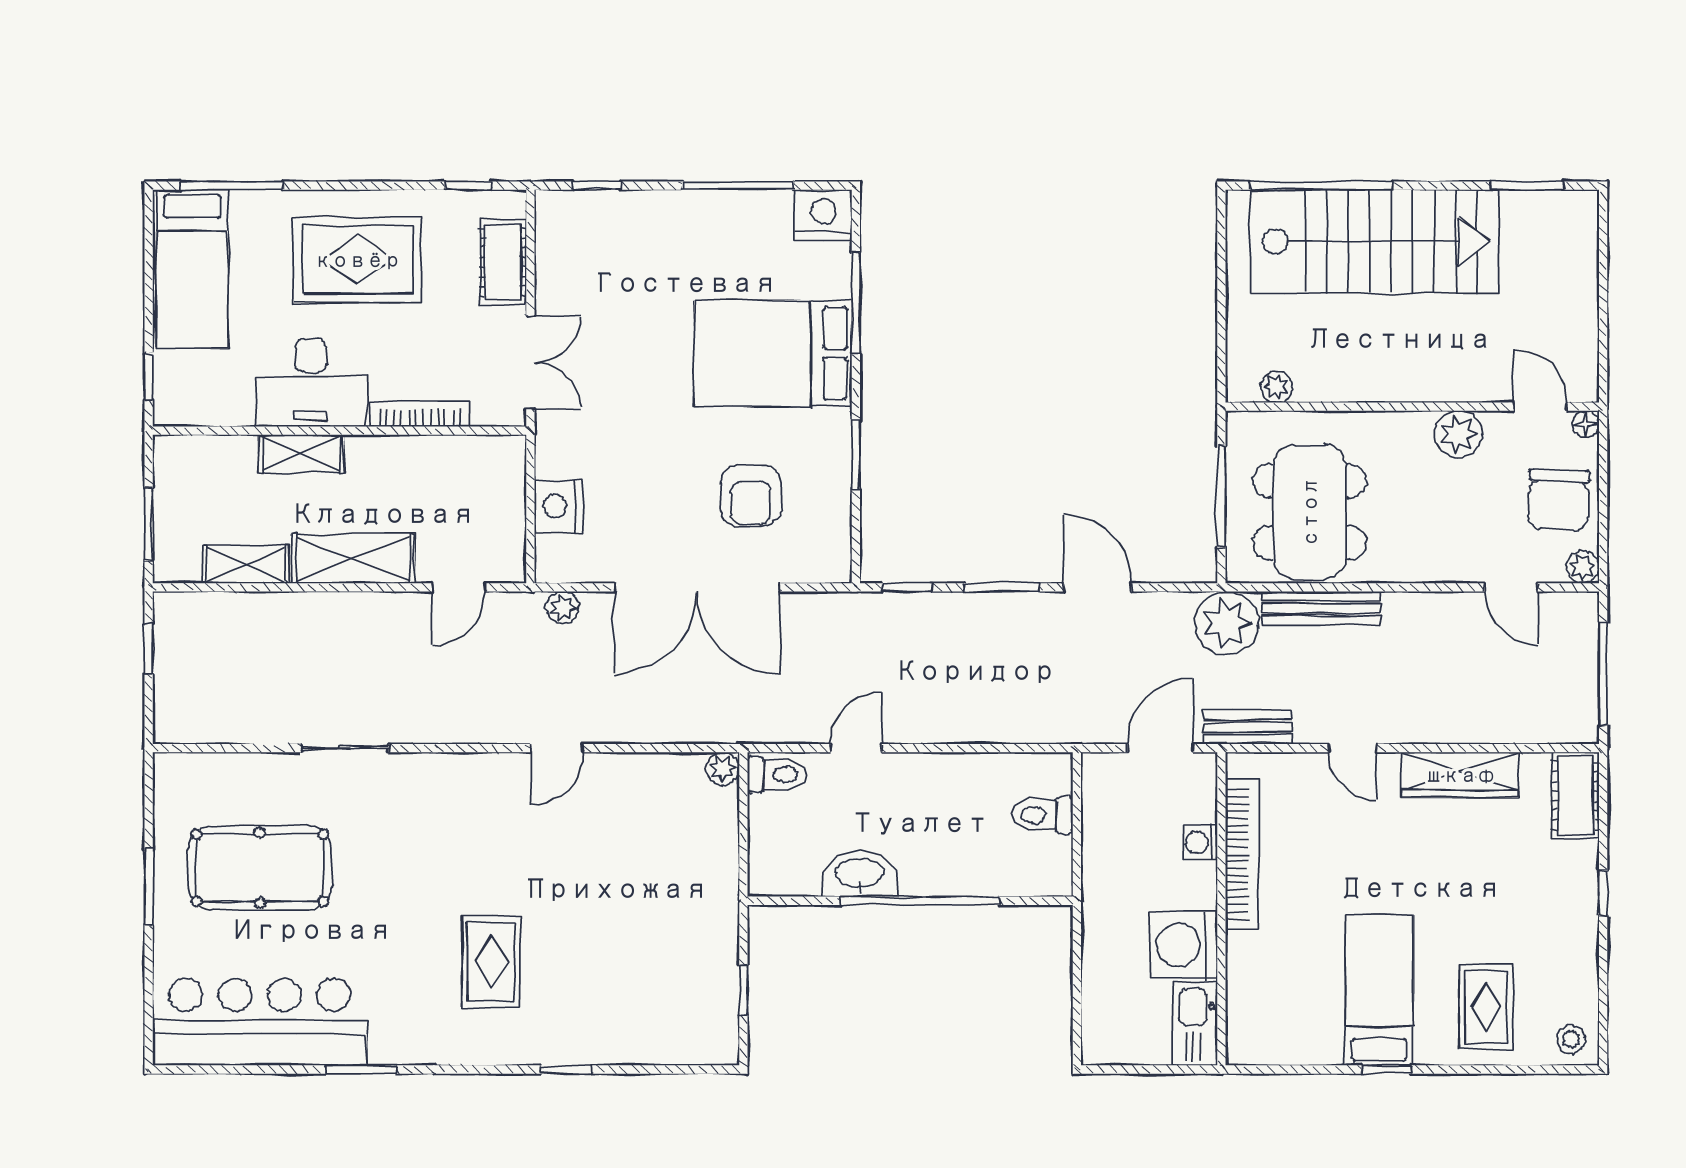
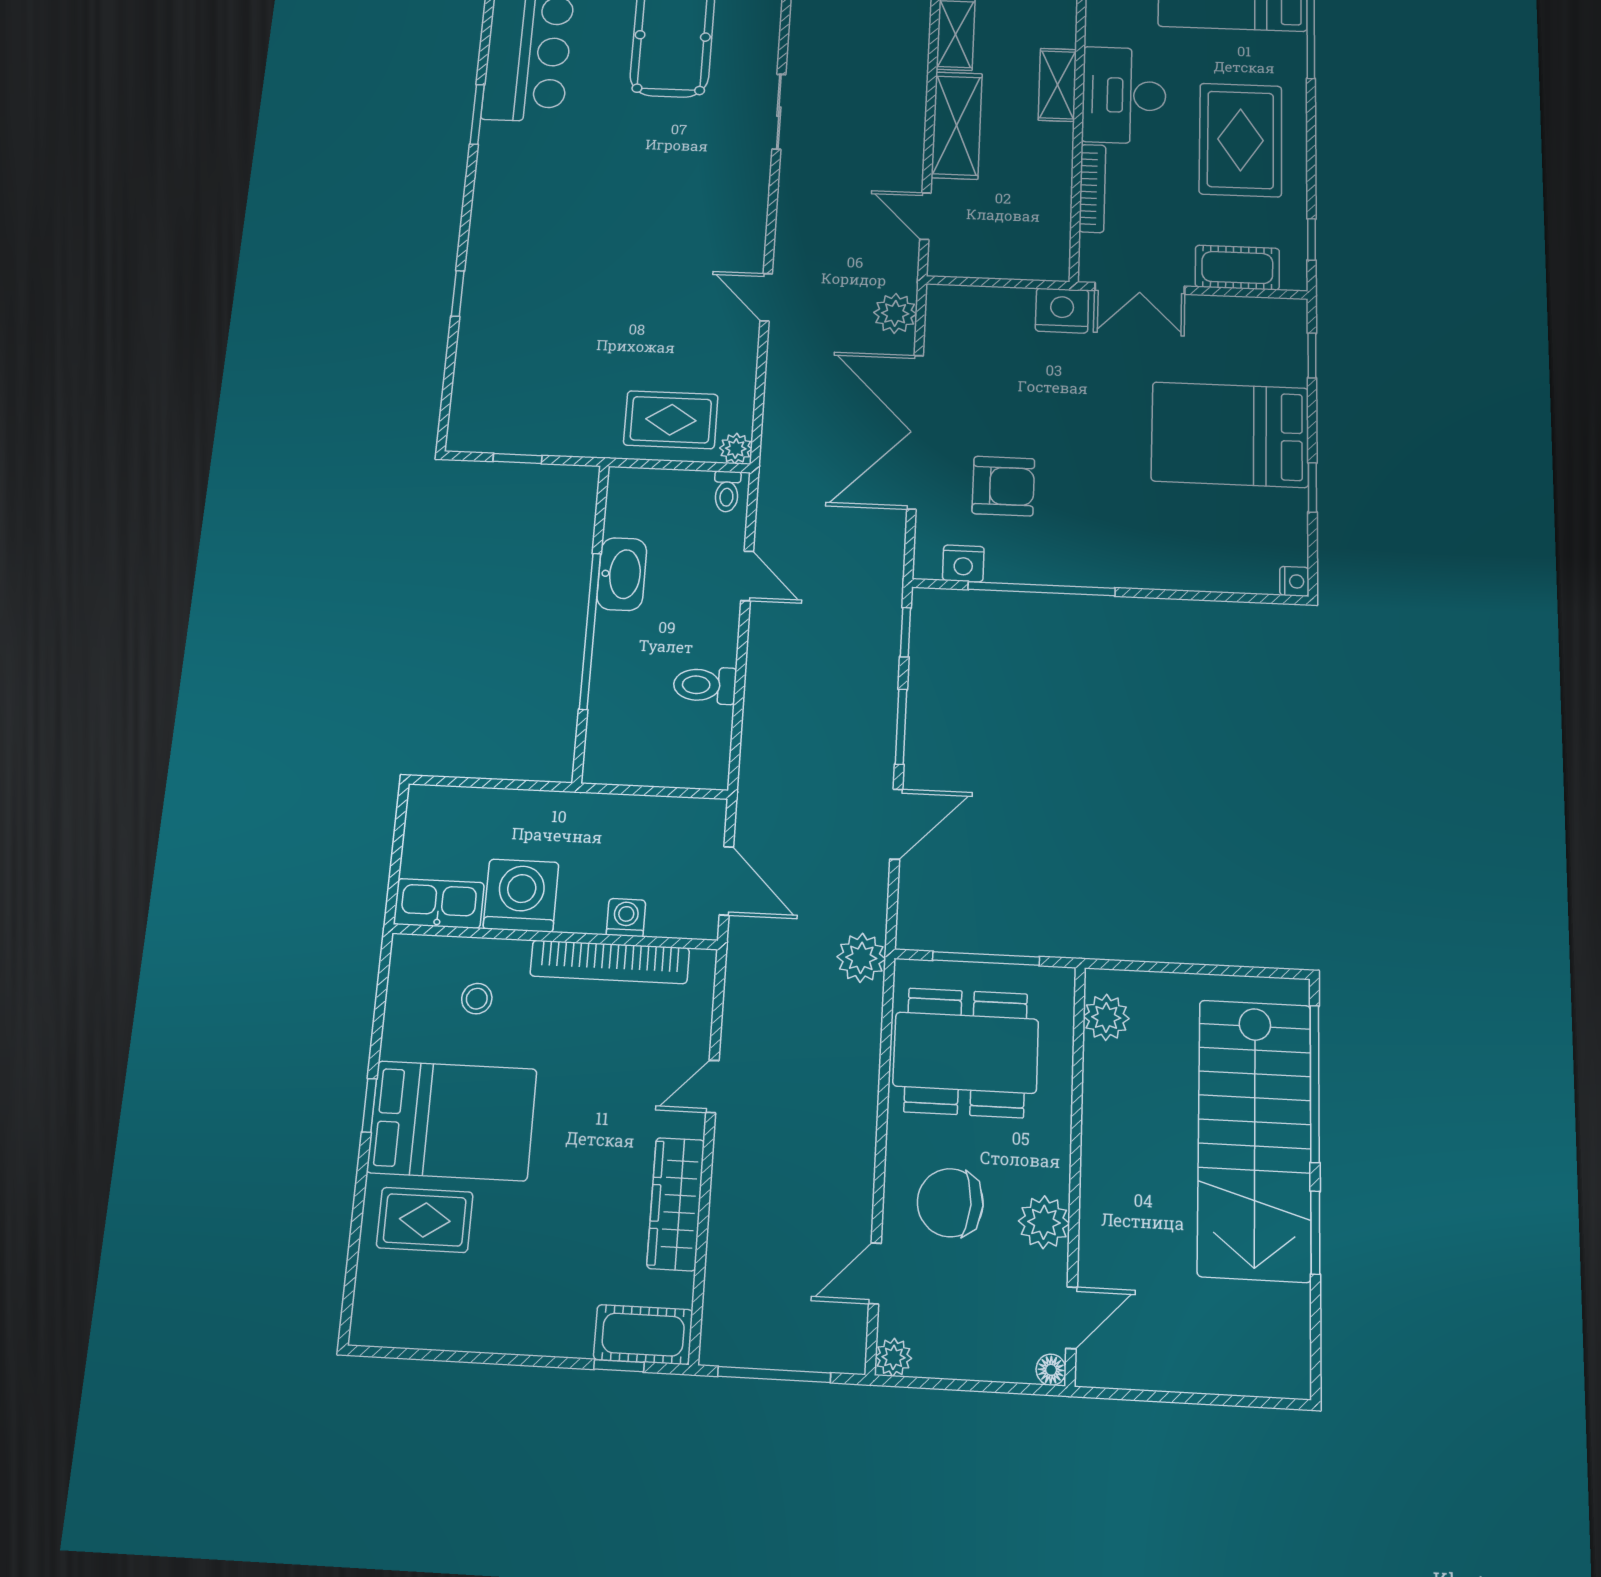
window: (738, 186) -> (1312, 487), width x0.46
window: (1527, 186) -> (1315, 1233), moved
nightstand: (823, 215) -> (1294, 581), width x0.53, depth x0.56
window: (856, 303) -> (1194, 596), removed
bed: (773, 353) -> (1230, 435), moved, turned -90
plant: (1277, 387) -> (1106, 1017), width x1.38, depth x1.38
window: (856, 454) -> (1041, 589), width x2.11
armchair: (751, 496) -> (1003, 486), turned 180
chair: (1559, 500) -> (950, 1203), moved
nightstand: (558, 506) -> (1062, 311), moved
nightstand: (833, 533) -> (963, 563), added
plant: (563, 608) -> (895, 313), width x1.38, depth x1.38
bench: (1321, 608) -> (863, 1060), removed
plant: (1227, 623) -> (861, 958), width x0.73, depth x0.73
bench: (1247, 727) -> (742, 974), removed
toilet: (777, 774) -> (727, 491), width x0.73, depth x0.72
toilet: (1042, 815) -> (705, 685), moved, turned -90
window: (1603, 893) -> (619, 1366), moved
rug: (491, 962) -> (671, 420), moved
bed: (1379, 990) -> (452, 1121), width x1.50
stool: (1571, 1039) -> (477, 999), moved

